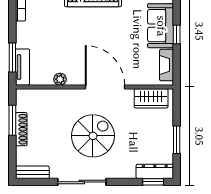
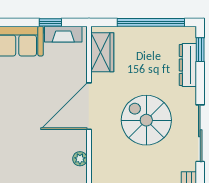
window: (177, 35) -> (50, 22), moved
window: (177, 140) -> (151, 22), width x2.11
dresser: (155, 171) -> (188, 65), moved

